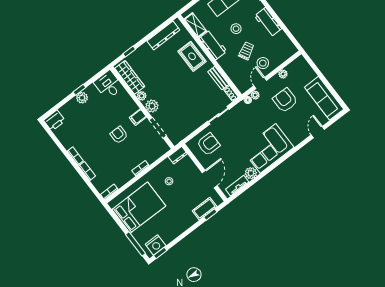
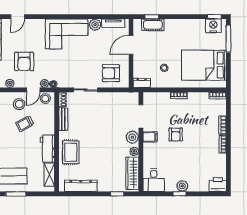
stool: (236, 29) -> (45, 99), moved

